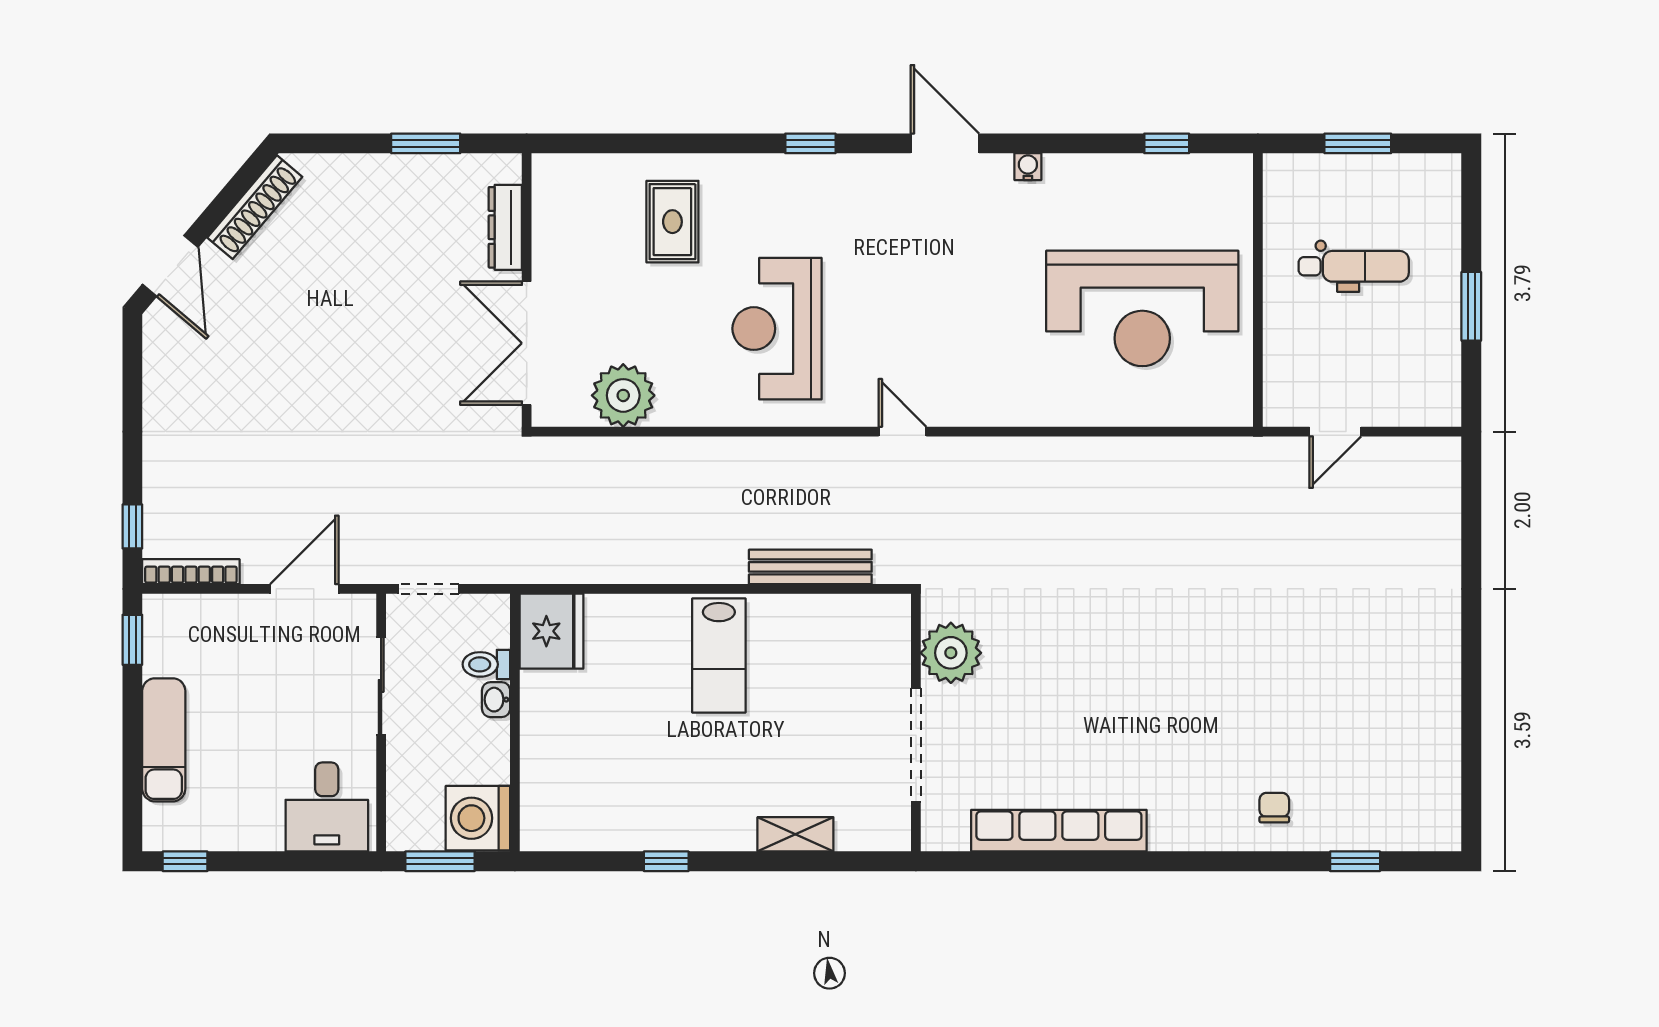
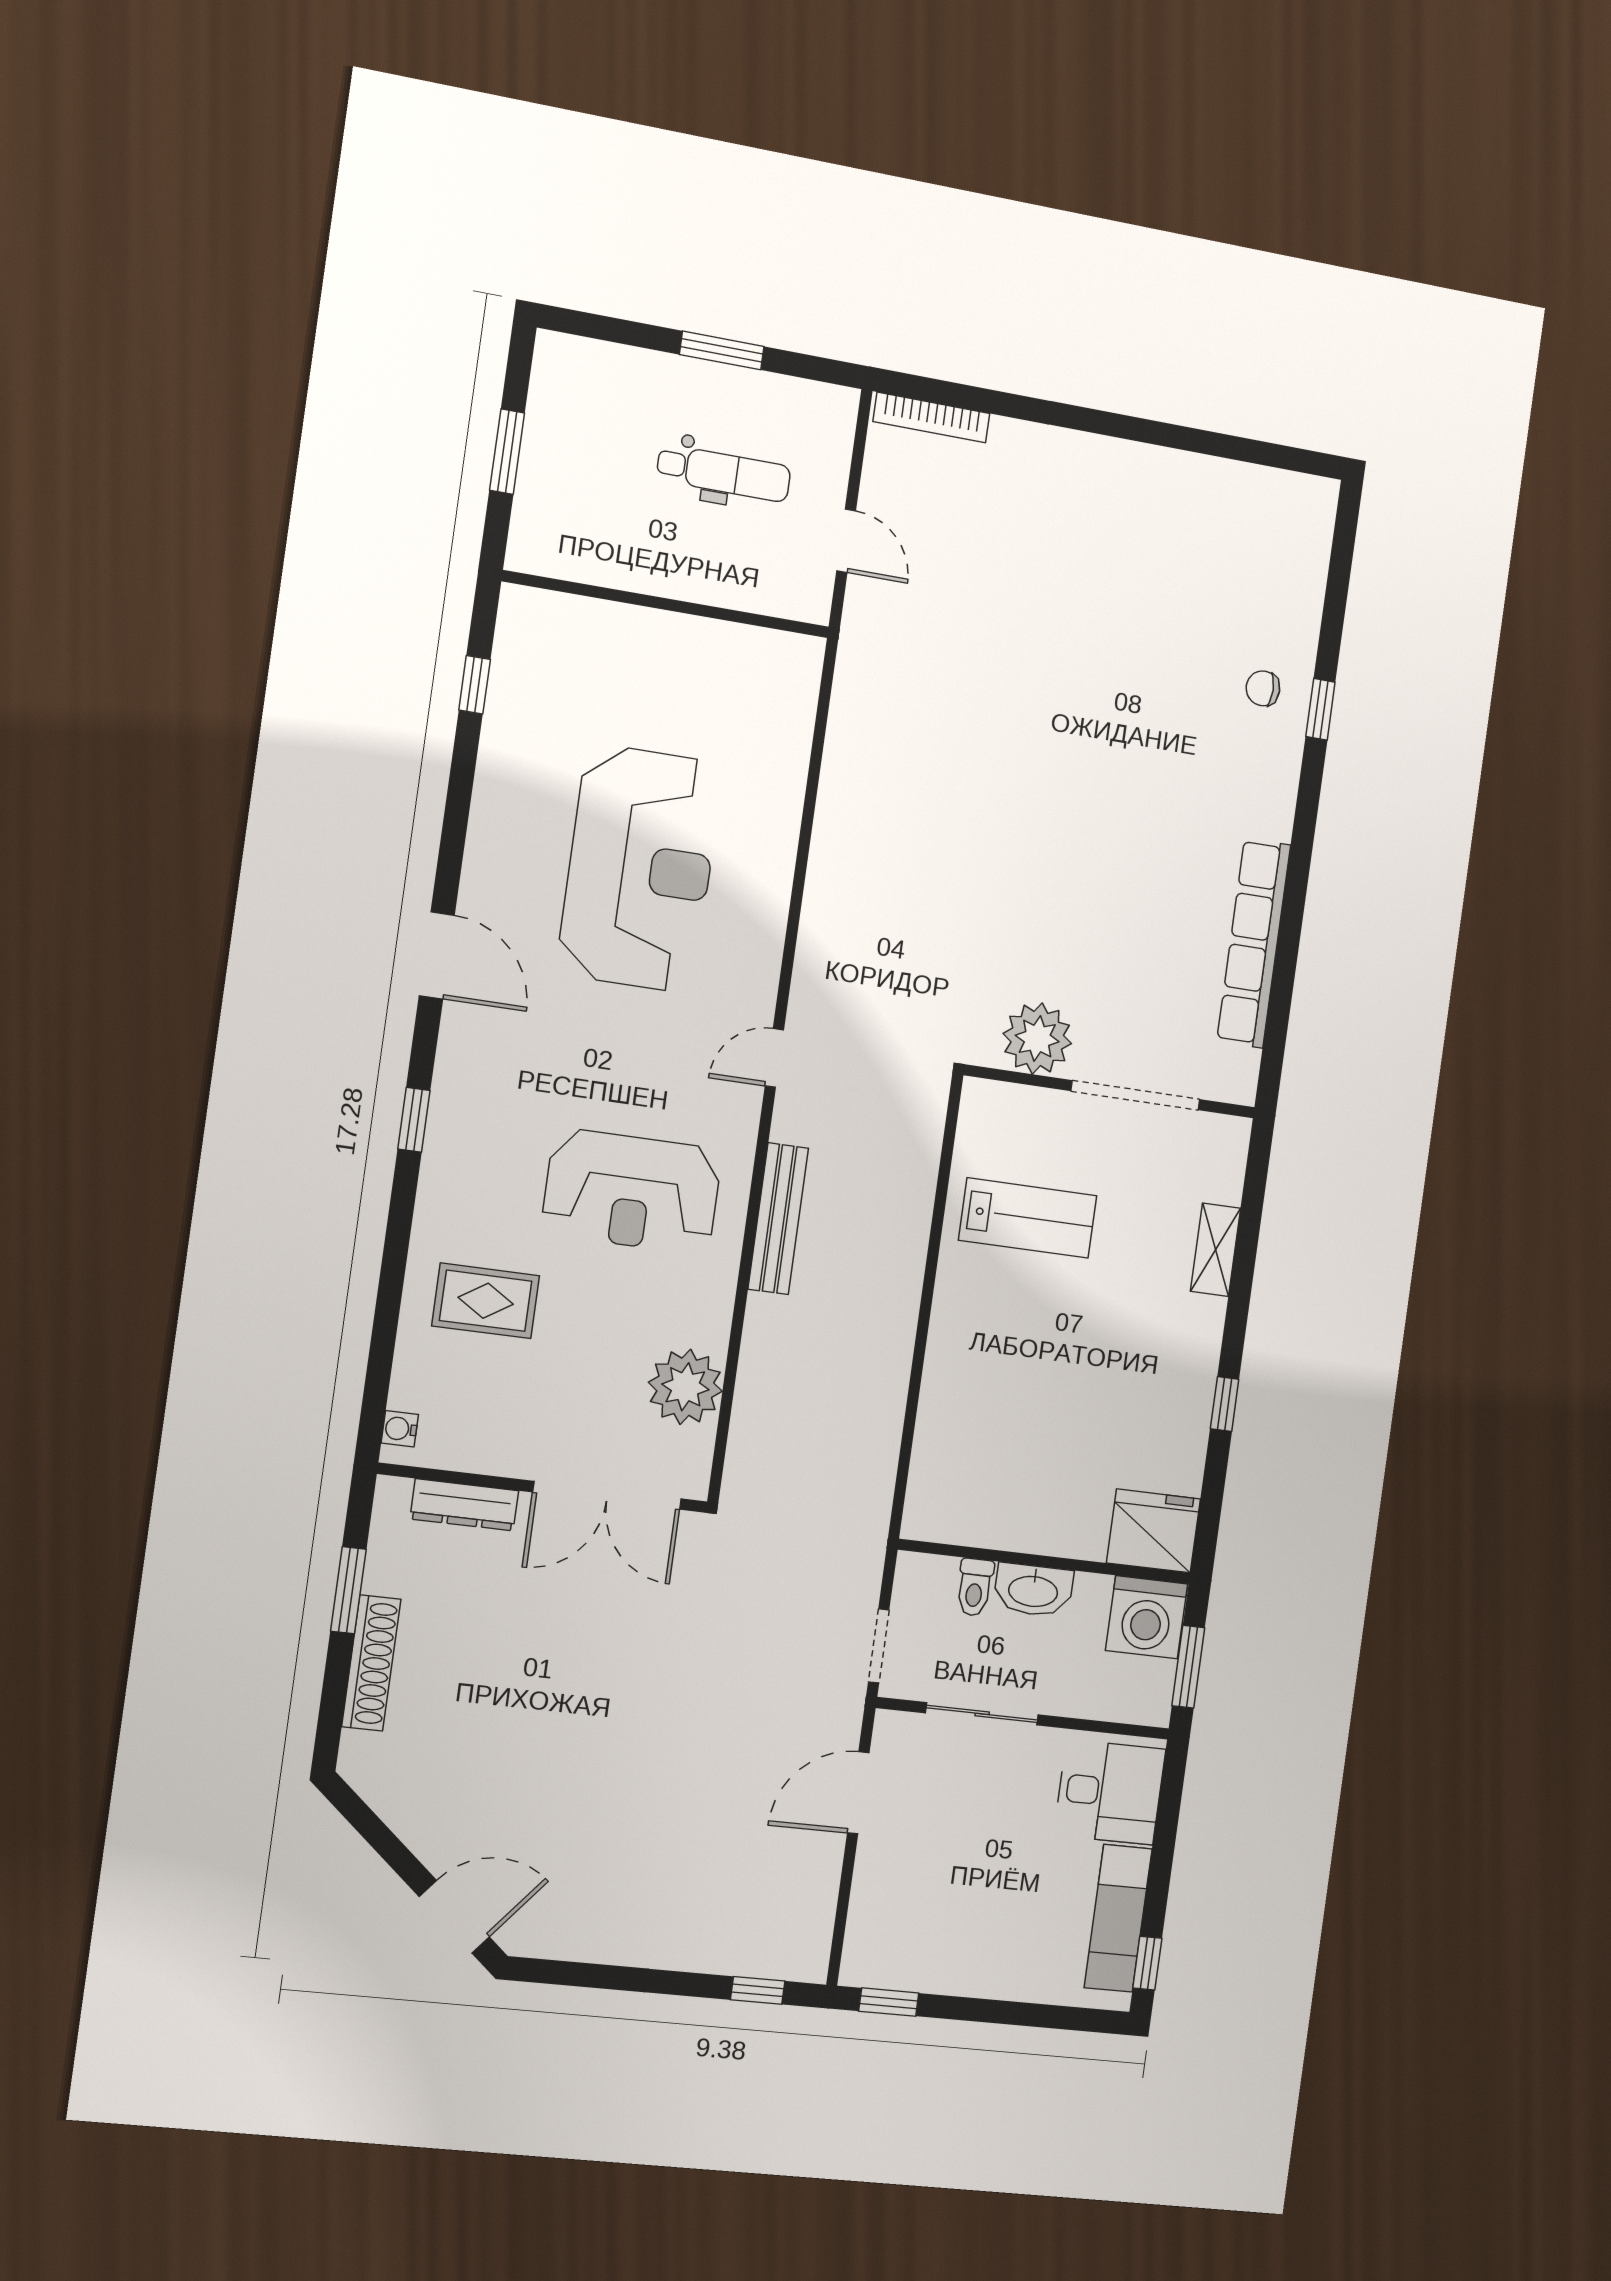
door: (945, 143) -> (437, 955), swing flipped
water cooler: (1028, 167) -> (400, 1429), moved
shoe rack: (255, 207) -> (371, 1663), moved, turned 50
dental chair: (1354, 266) -> (724, 473), moved, turned 90
reception desk: (1142, 308) -> (640, 868), moved
bench: (810, 567) -> (778, 1219), moved
bookcase: (191, 572) -> (931, 417), moved, turned -90
door: (304, 589) -> (858, 1793), hinge flipped
fridge: (551, 631) -> (1153, 1531), moved
lab bench: (719, 655) -> (1028, 1218), moved
washbasin: (496, 700) -> (1033, 1590), width x1.91, depth x1.45
exam couch: (164, 740) -> (1118, 1918), moved, turned -90
window: (1355, 861) -> (1320, 709), moved

